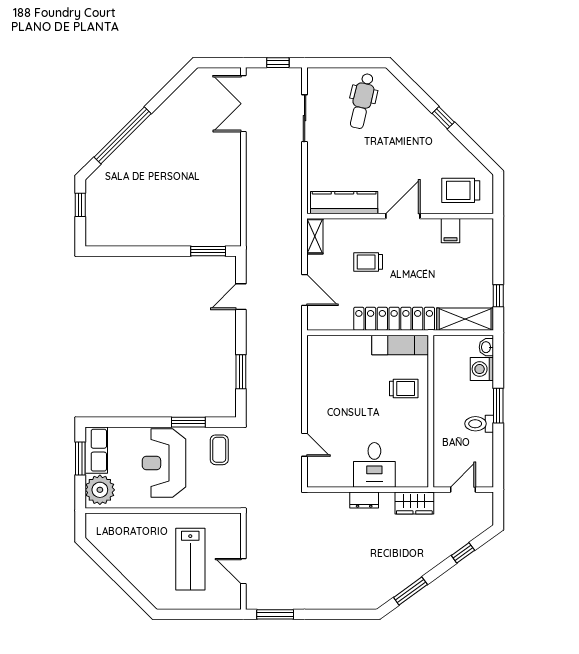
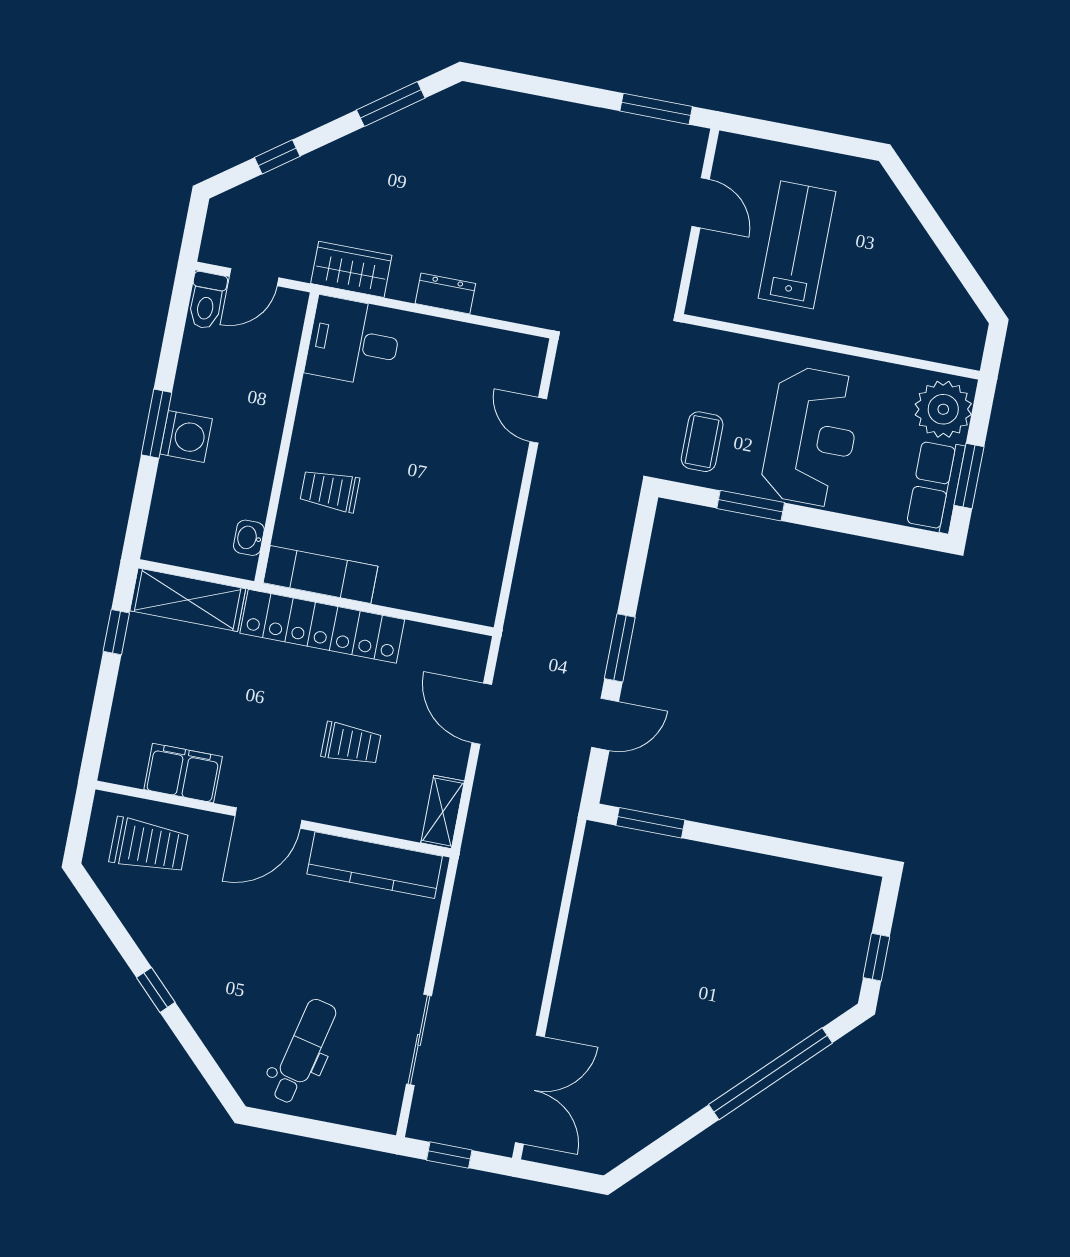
filing cabinet: (451, 231) -> (183, 773), width x2.00
washbasin: (486, 347) -> (249, 538), moved, turned 180
washing machine: (482, 369) -> (186, 436), moved
window: (241, 372) -> (620, 648), moved
toilet: (479, 424) -> (207, 301), moved, turned 90
desk: (374, 465) -> (354, 342), moved, turned -90

